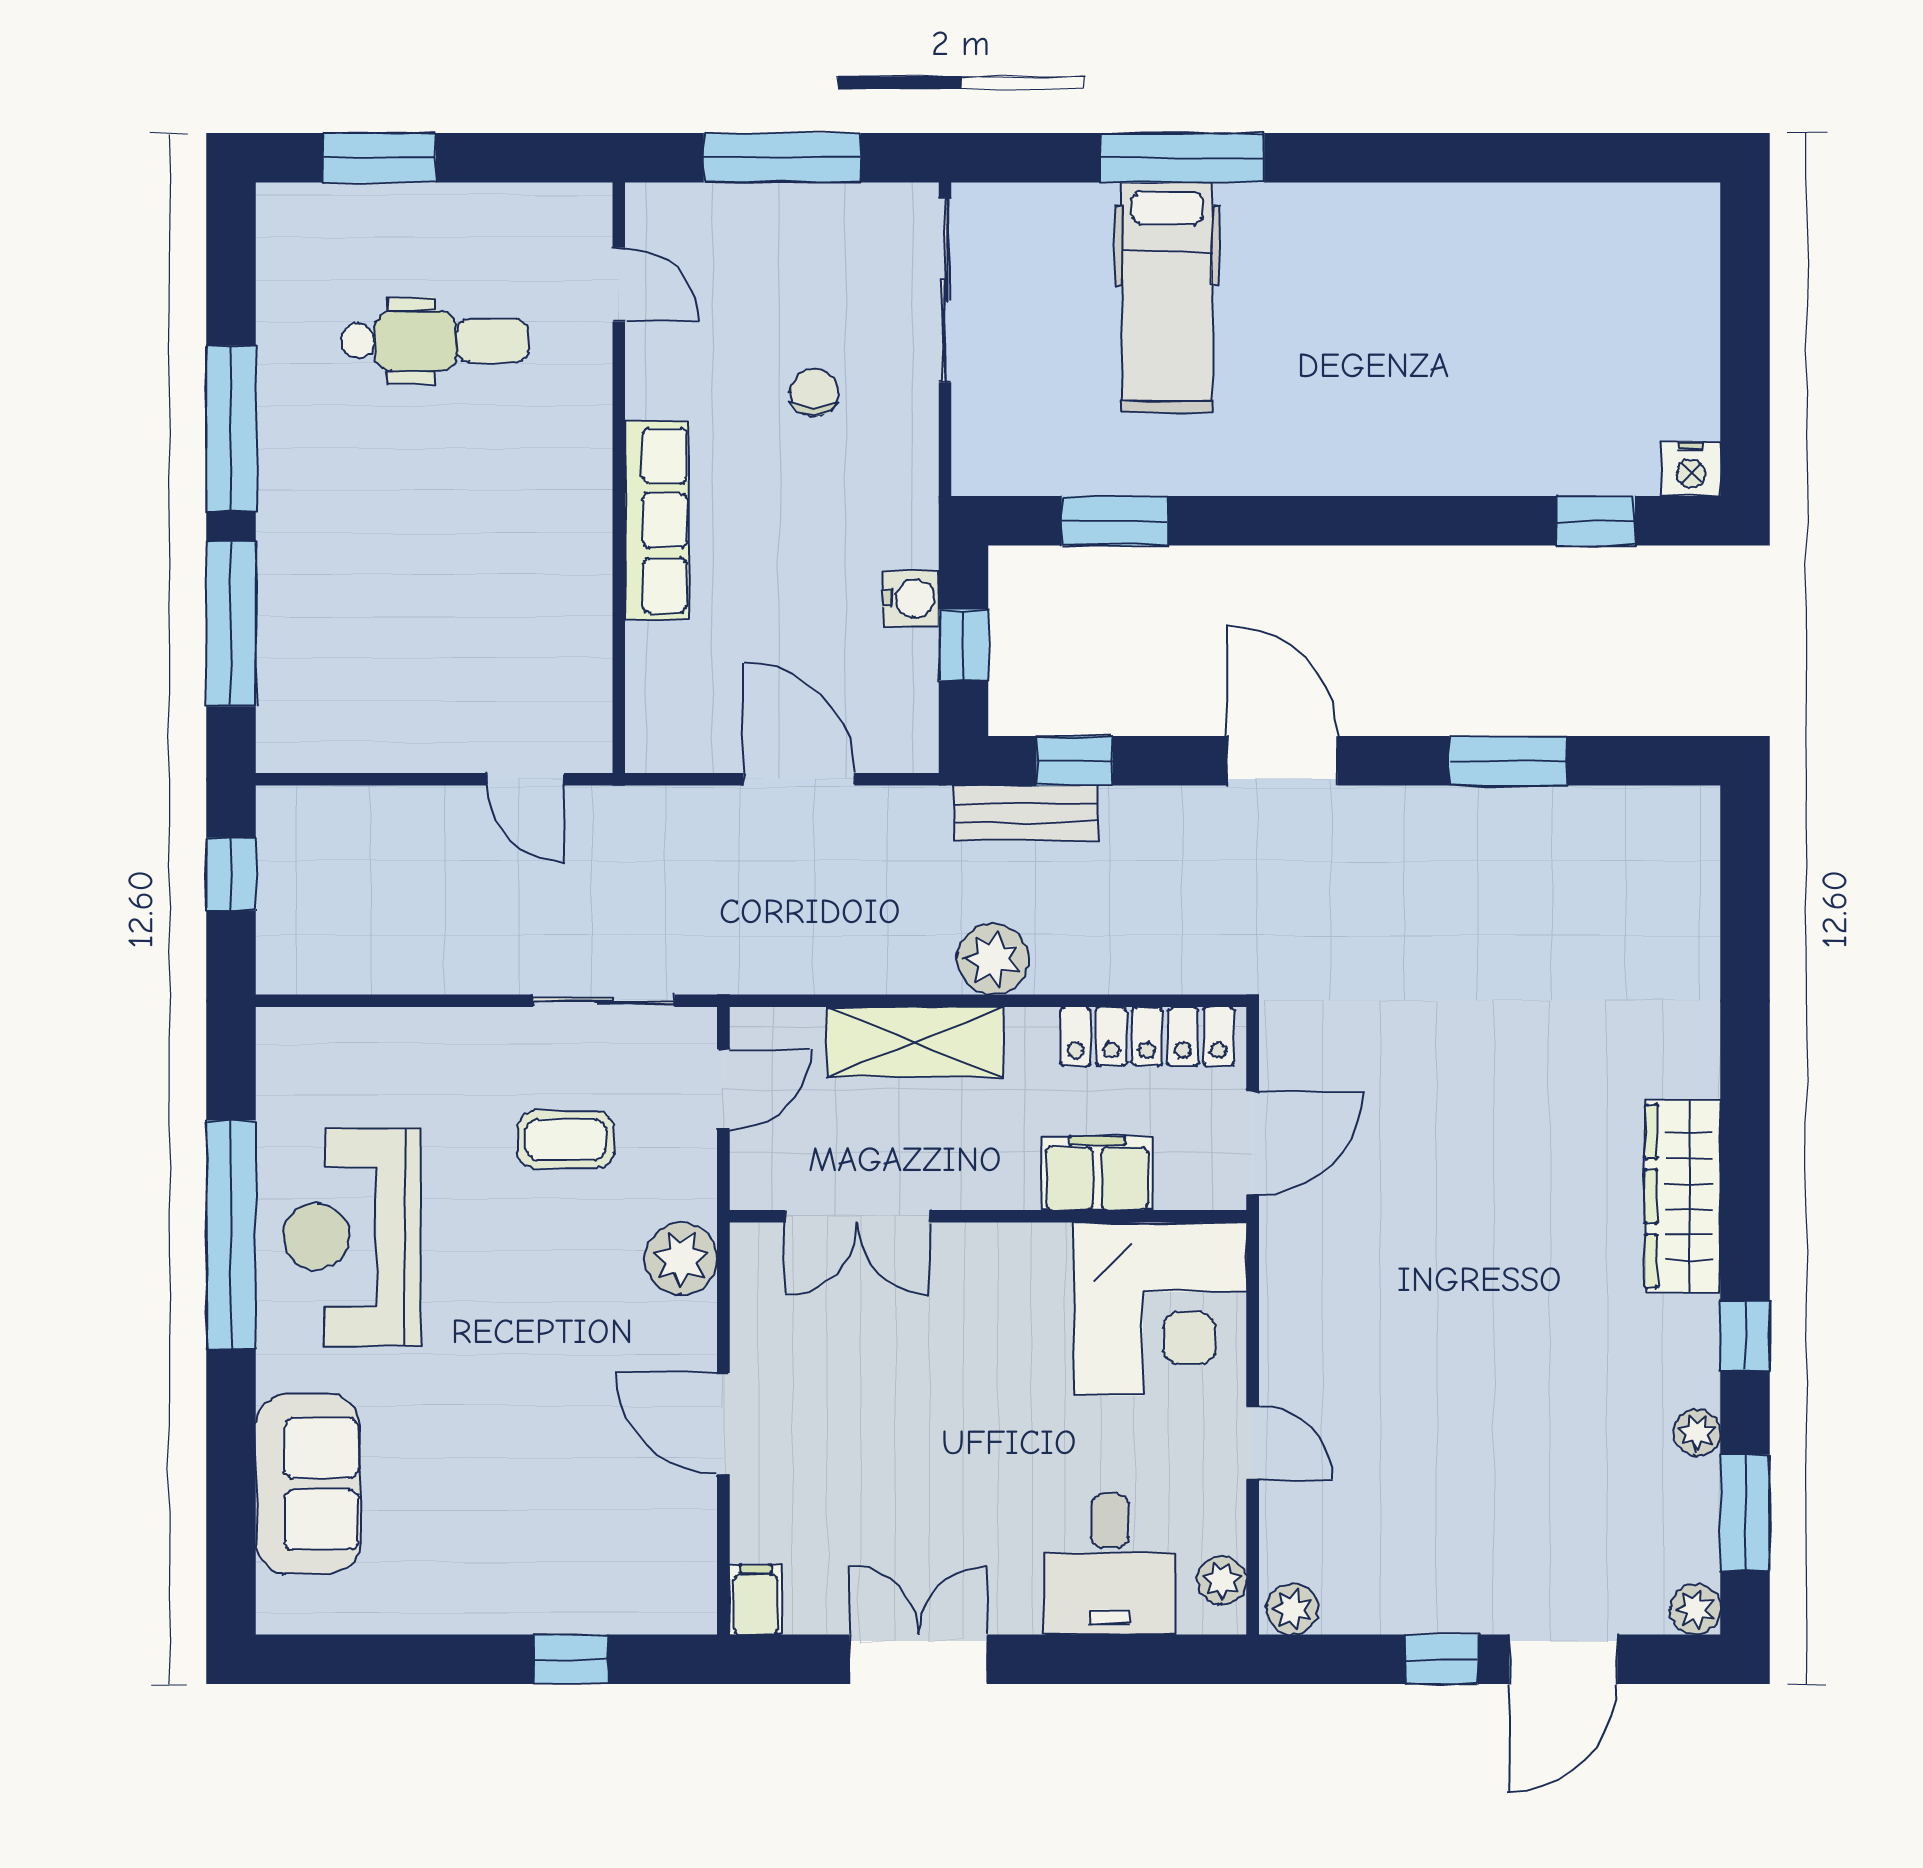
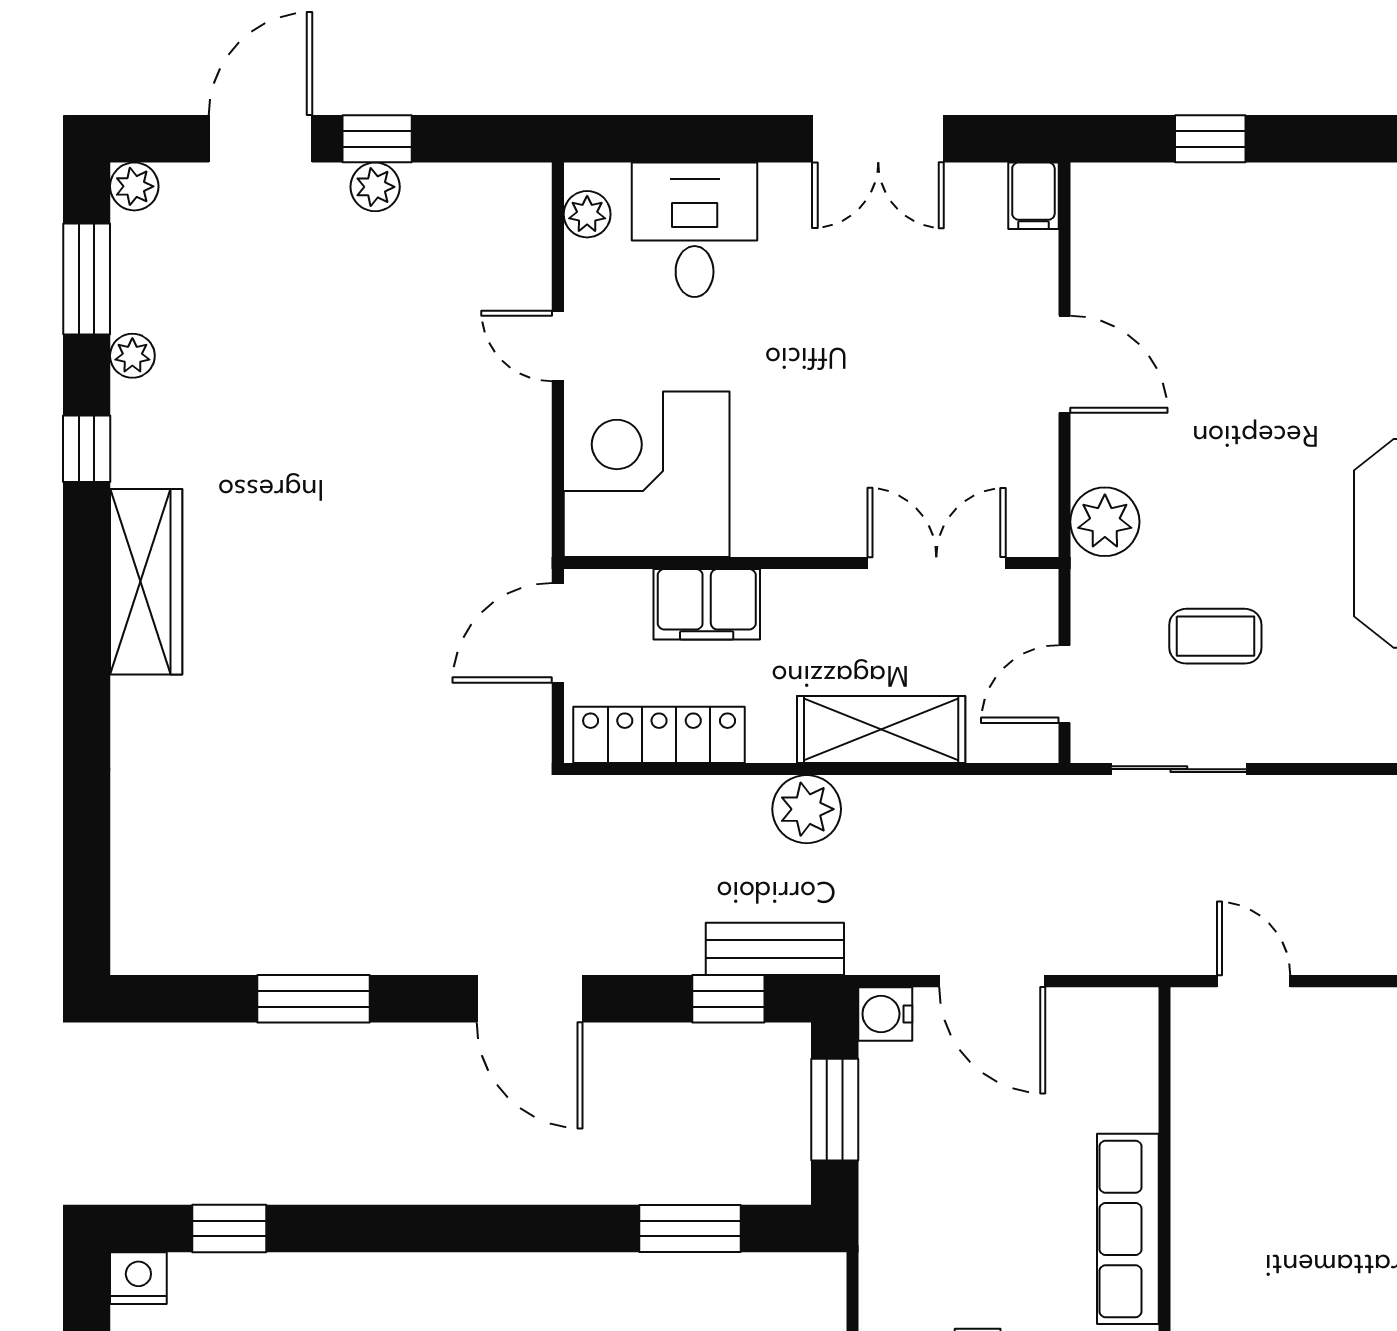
water cooler: (911, 598) -> (885, 1014), moved
window: (963, 645) -> (835, 1110), width x1.50
plant: (1292, 1609) -> (375, 187), moved

